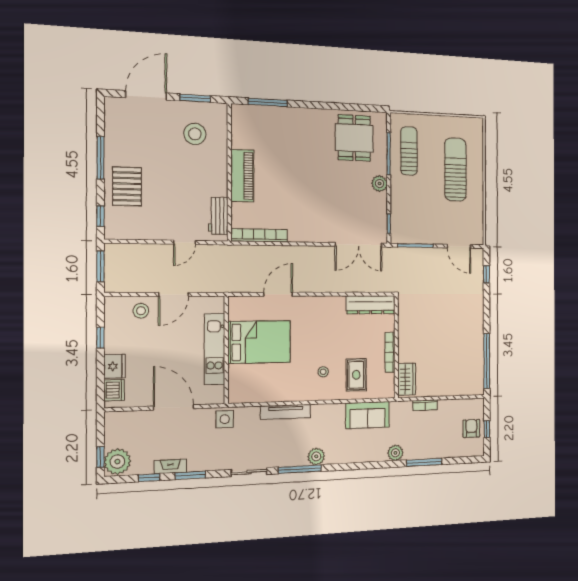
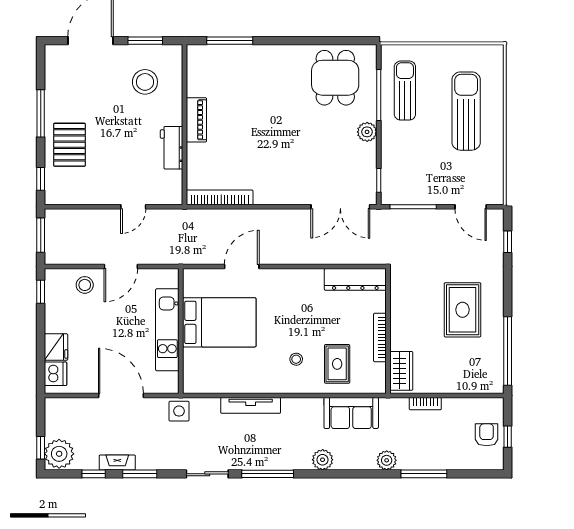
piano: (242, 176) -> (196, 120), width x0.73, depth x0.75
workbench: (218, 216) -> (172, 148), moved
rug: (453, 329) -> (463, 310), added
window: (100, 338) -> (41, 292), moved
plant: (316, 456) -> (323, 460), moved

